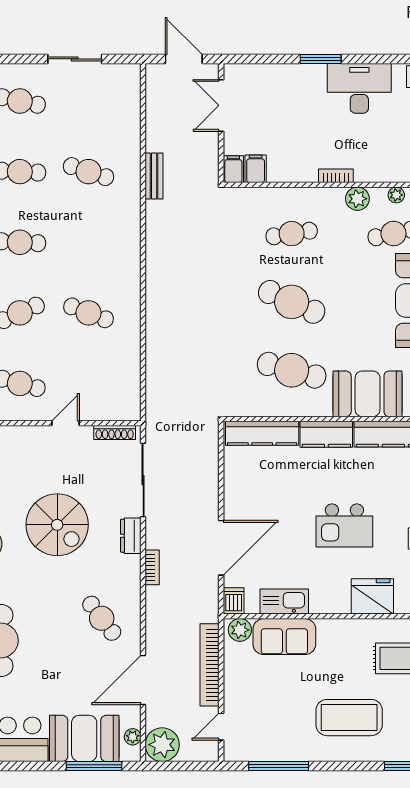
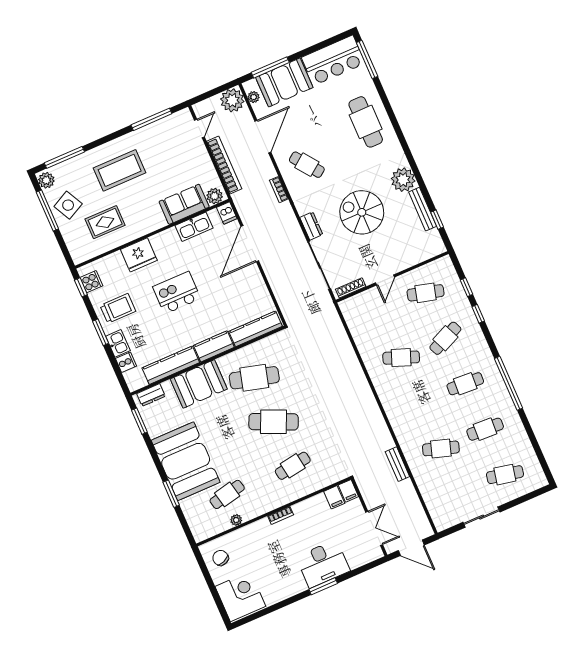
desk: (359, 88) -> (323, 564), moved
plant: (357, 199) -> (260, 507), removed
bookcase: (152, 567) -> (279, 190), moved

